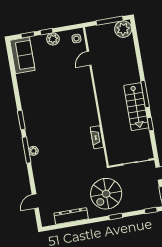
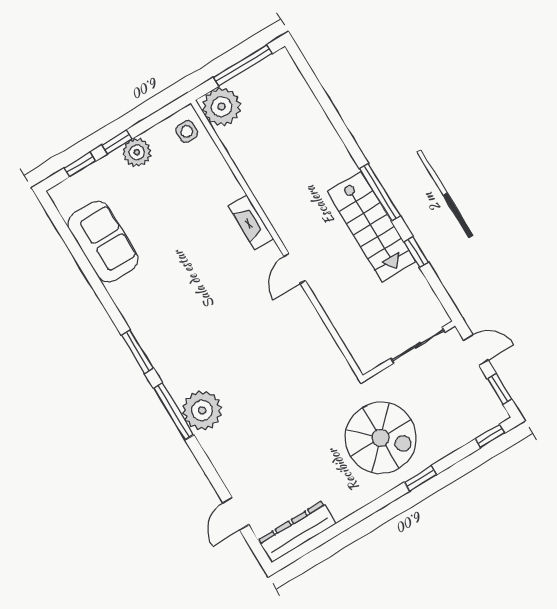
plant: (123, 29) -> (222, 107), moved
sofa: (22, 55) -> (103, 242), moved
door: (89, 58) -> (295, 268), moved
fireplace: (97, 137) -> (251, 223), moved
plant: (33, 151) -> (202, 410), width x1.87, depth x1.87
spiral stairs: (106, 194) -> (381, 438), turned -90
dresser: (71, 216) -> (297, 532), moved

